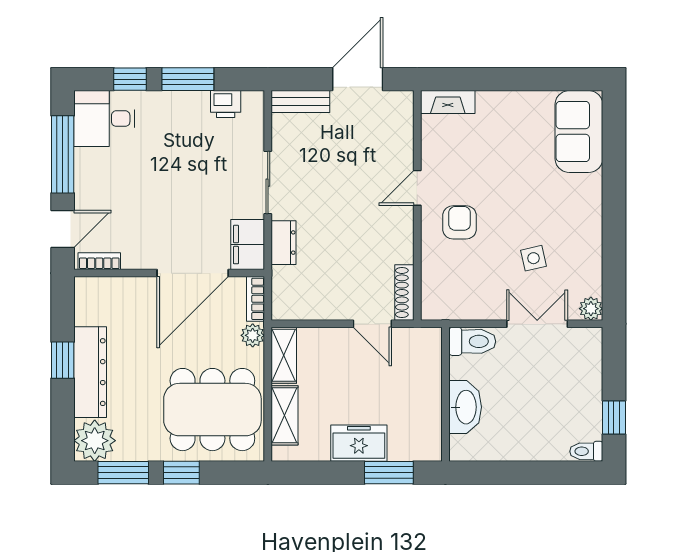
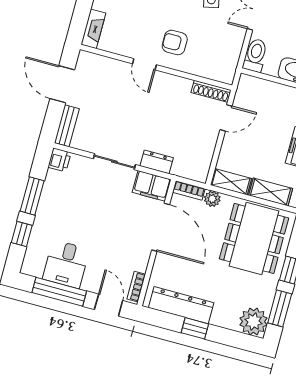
printer: (226, 104) -> (59, 160), moved
desk: (104, 119) -> (66, 264), moved
dresser: (90, 372) -> (181, 305), moved

